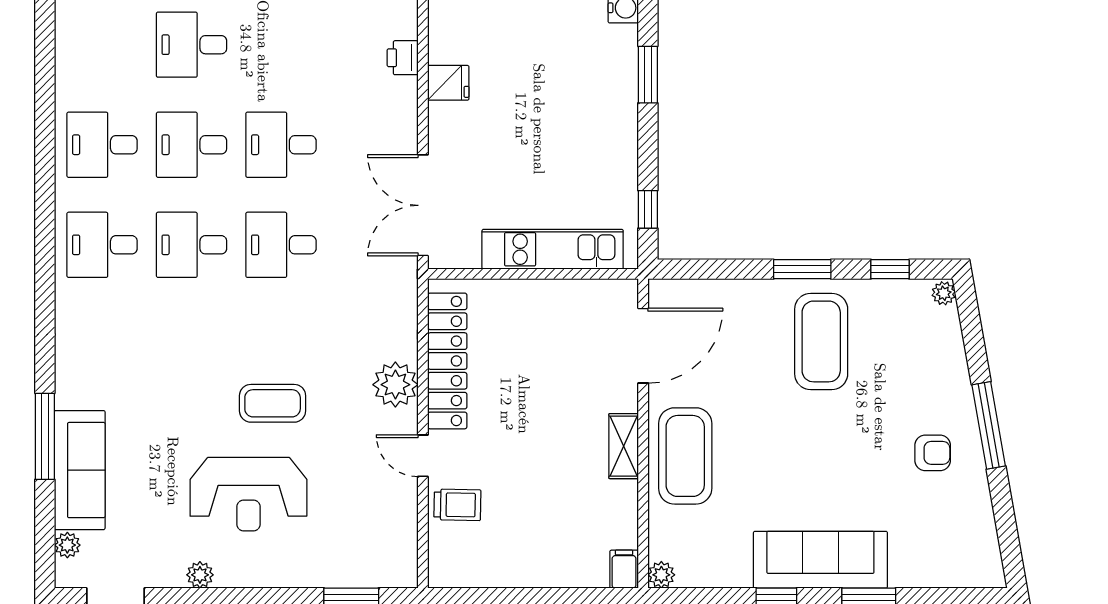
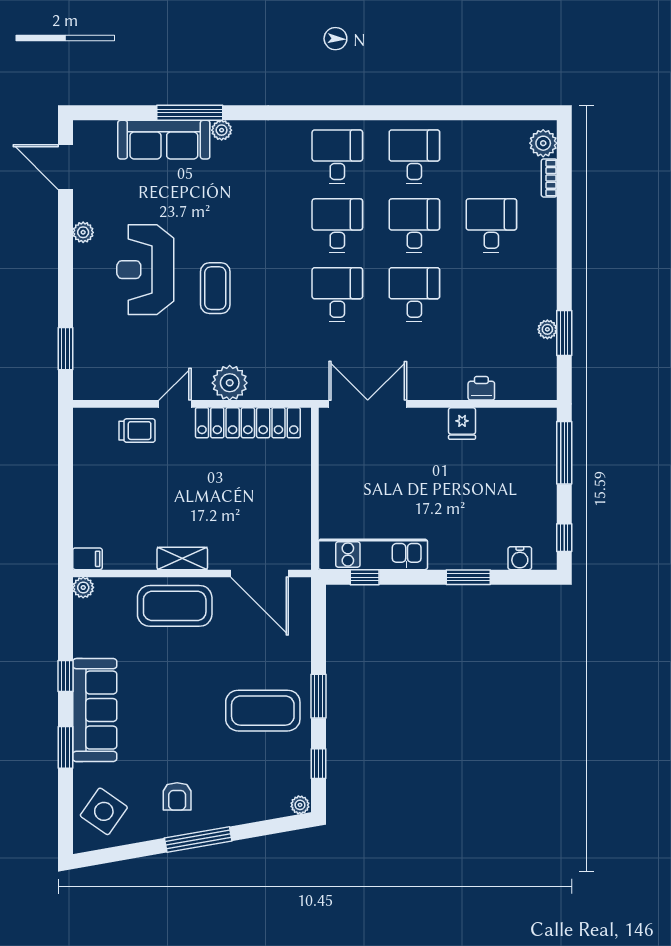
kitchen unit: (553, 249) -> (373, 554), moved, turned -90
trolley: (457, 505) -> (137, 431), turned -91
plant: (67, 545) -> (222, 130), moved
side table: (952, 548) -> (104, 811), added

